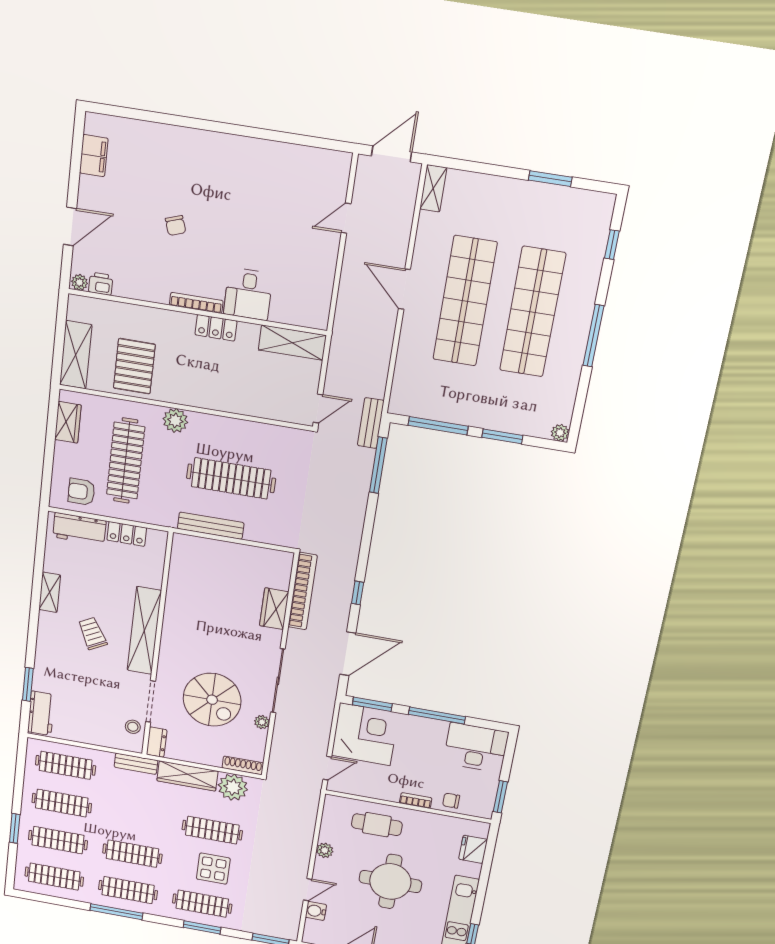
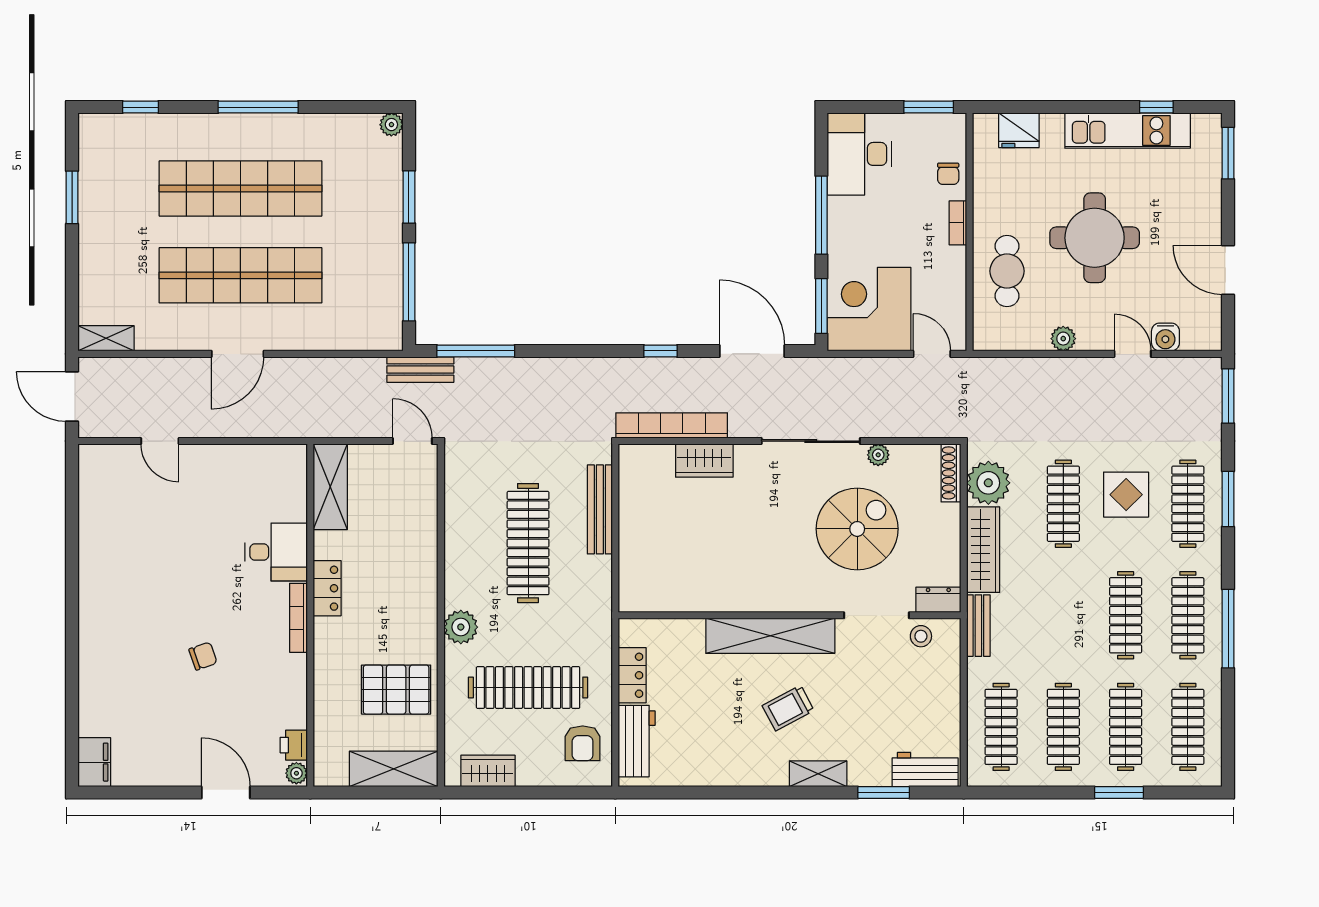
filing cabinet: (94, 156) -> (94, 762), moved, turned 90
bench: (211, 526) -> (600, 509), moved
shelving: (50, 592) -> (818, 774), moved

